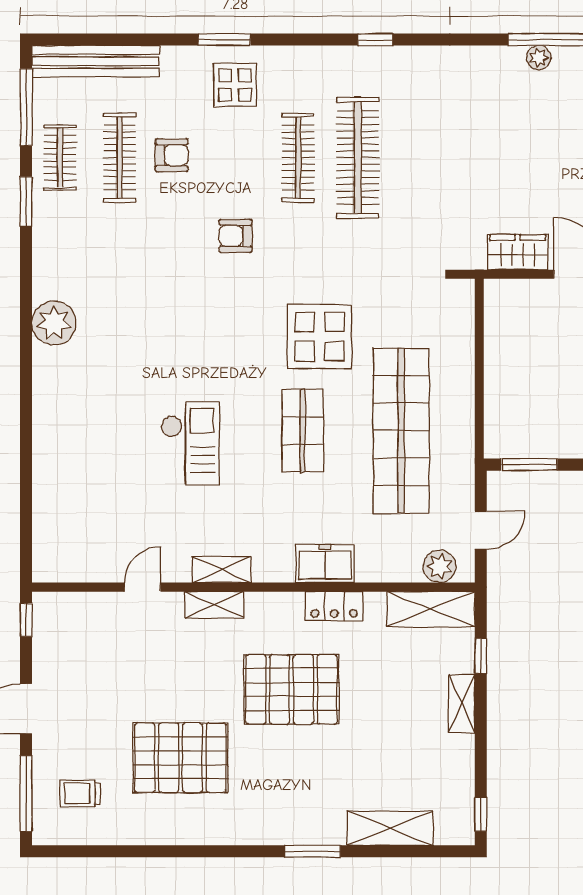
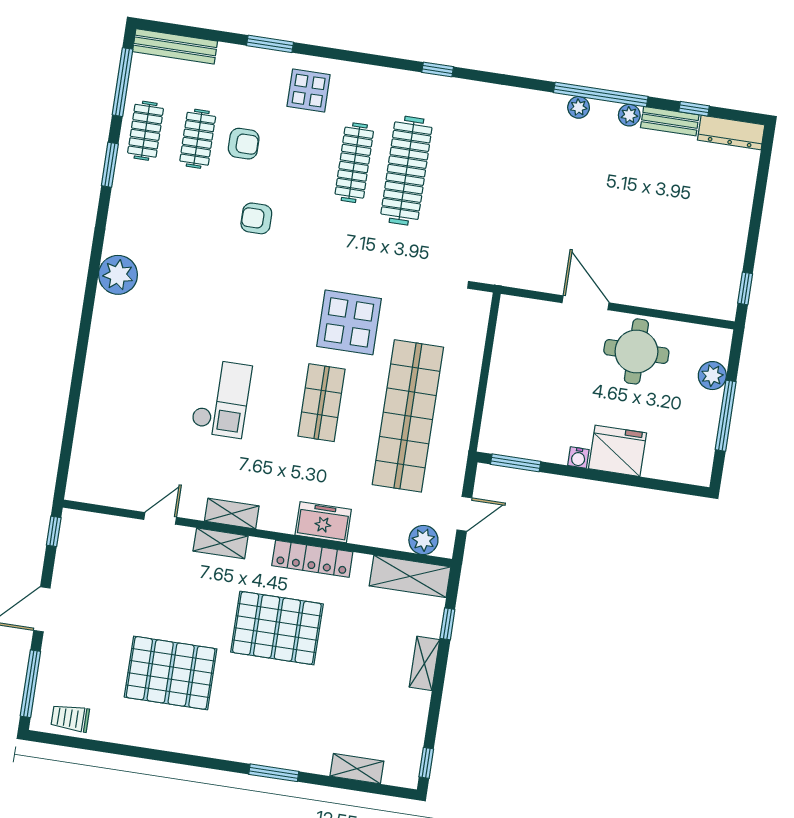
window: (224, 40) -> (270, 44), moved
bench: (96, 61) -> (175, 46), width x0.73, depth x0.82
clothes rail: (120, 158) -> (198, 139), width x0.73
armchair: (236, 236) -> (256, 218), moved
wardrobe: (518, 252) -> (534, 275), removed
locker: (334, 606) -> (312, 559), width x1.53
trolley: (80, 793) -> (70, 718), moved
shelving: (390, 828) -> (357, 769), width x0.67, depth x0.75

